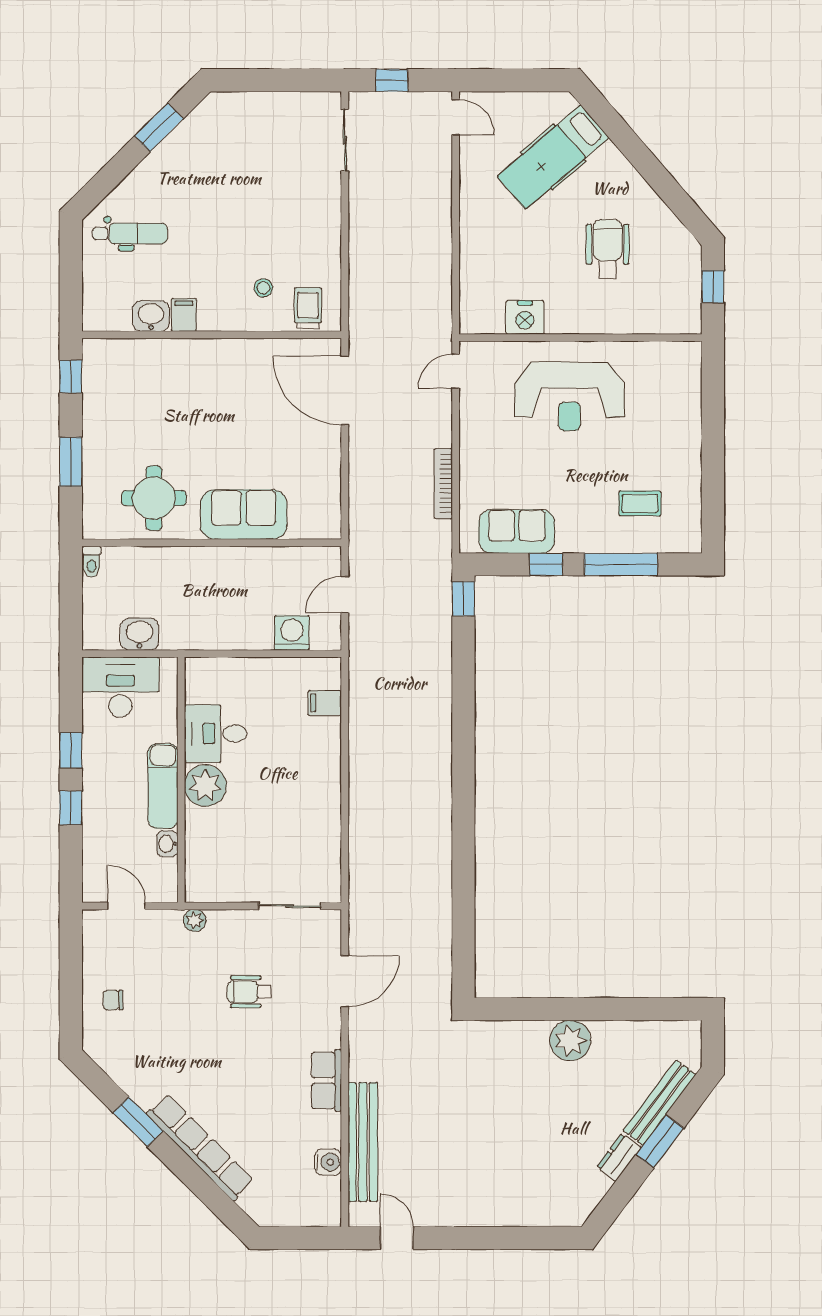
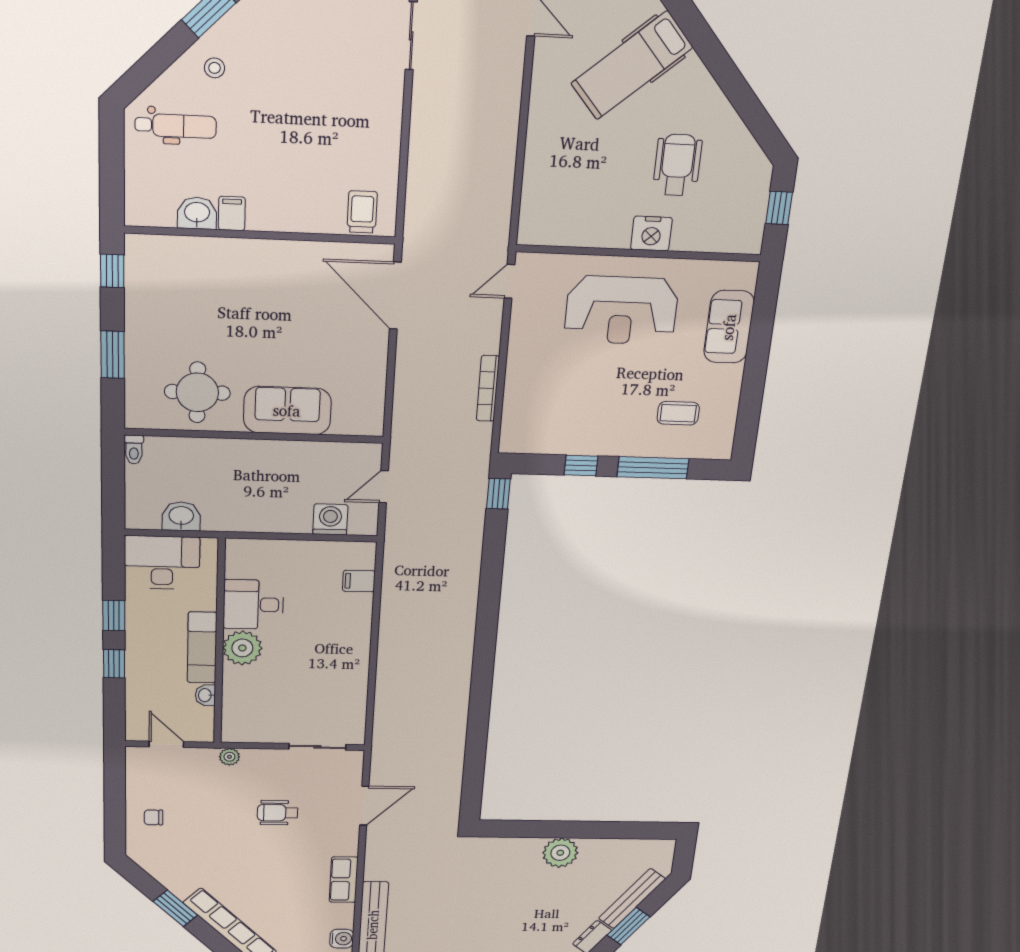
stool: (263, 288) -> (215, 68), moved
nightstand: (525, 317) -> (651, 234), moved
sofa: (517, 531) -> (729, 327), moved, turned -90

